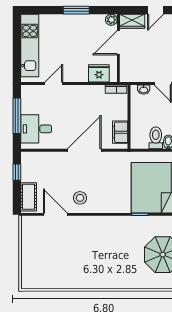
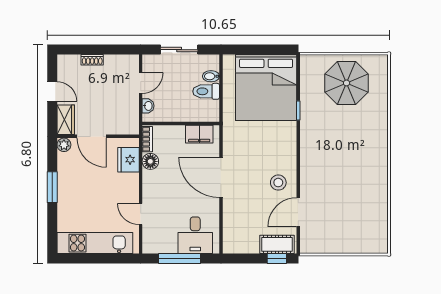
floor lamp: (98, 92) -> (150, 161), added
window: (17, 172) -> (277, 259), moved

